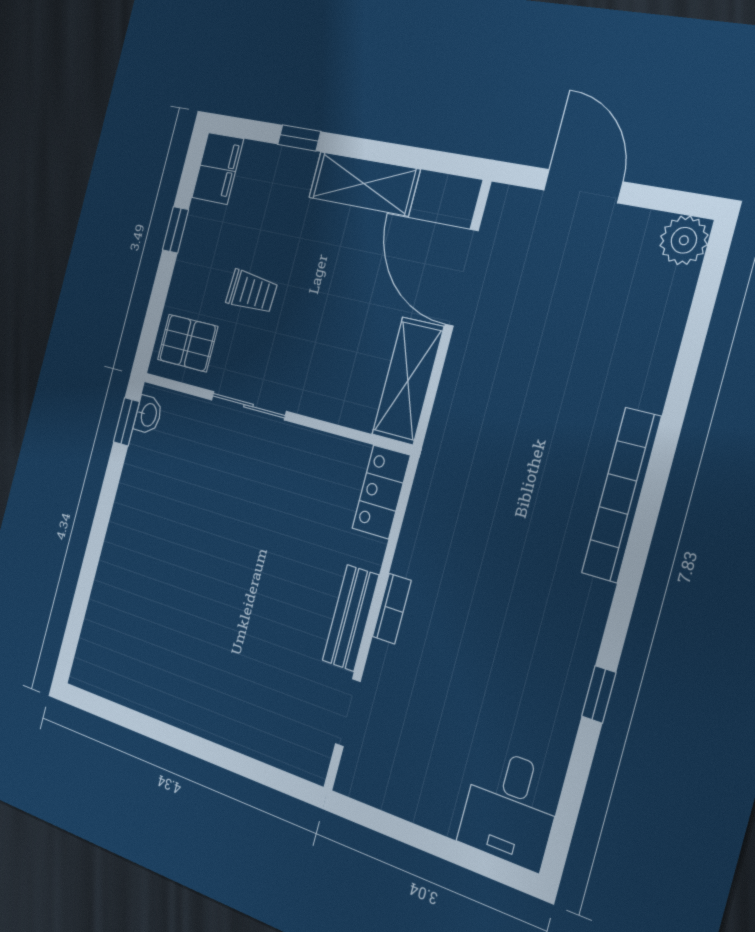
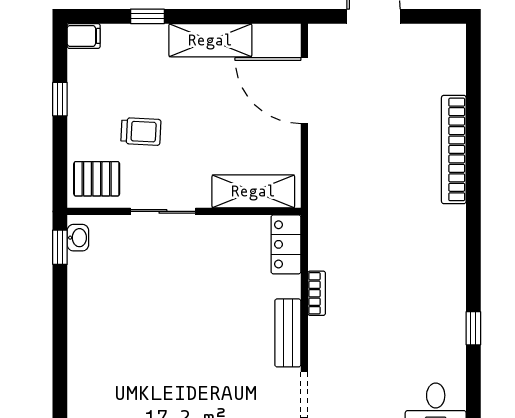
filing cabinet: (218, 168) -> (84, 36), width x0.50
plant: (684, 240) -> (450, 39), removed
shelving: (408, 381) -> (253, 191), moved, turned 90
bookcase: (621, 495) -> (454, 149), moved
bookcase: (392, 609) -> (317, 293), moved

